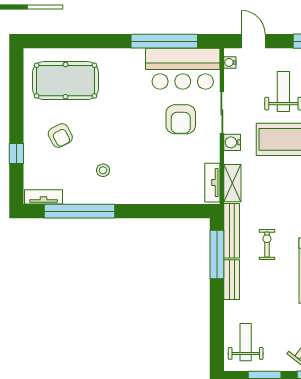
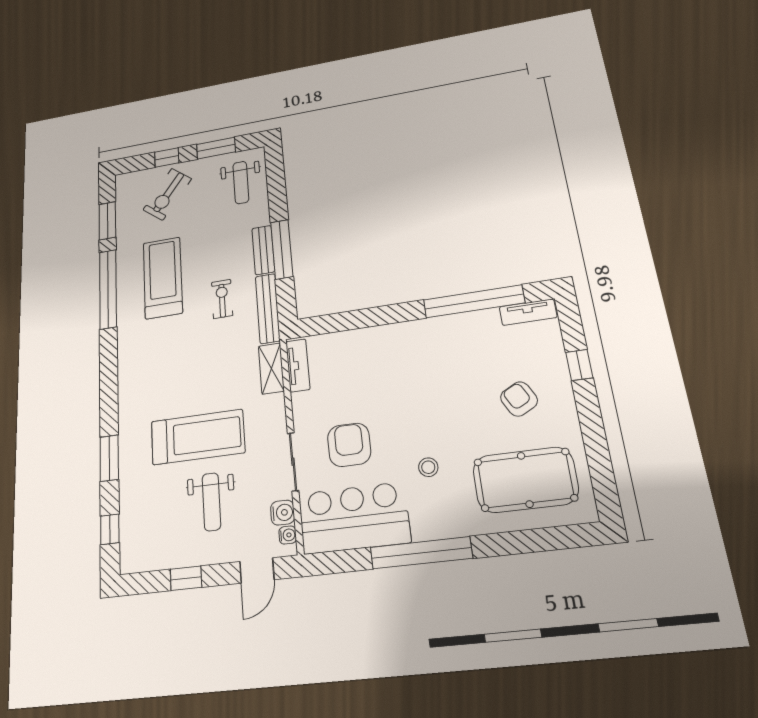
window: (164, 41) -> (421, 553), moved
door: (253, 41) -> (257, 571), hinge flipped
water cooler: (232, 142) -> (283, 513), moved
stool: (103, 170) -> (428, 467), moved
exercise bike: (267, 244) -> (222, 299), turned 180
window: (217, 255) -> (282, 249), moved

